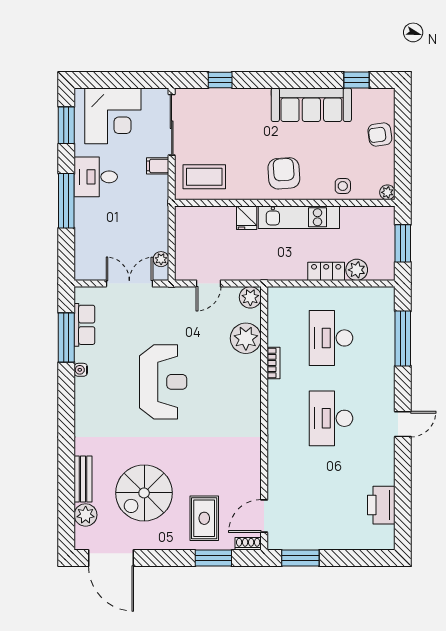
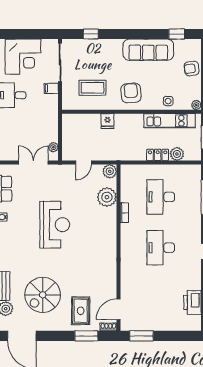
coffee table: (204, 177) -> (92, 88), moved
kitchen unit: (299, 217) -> (170, 121), moved

